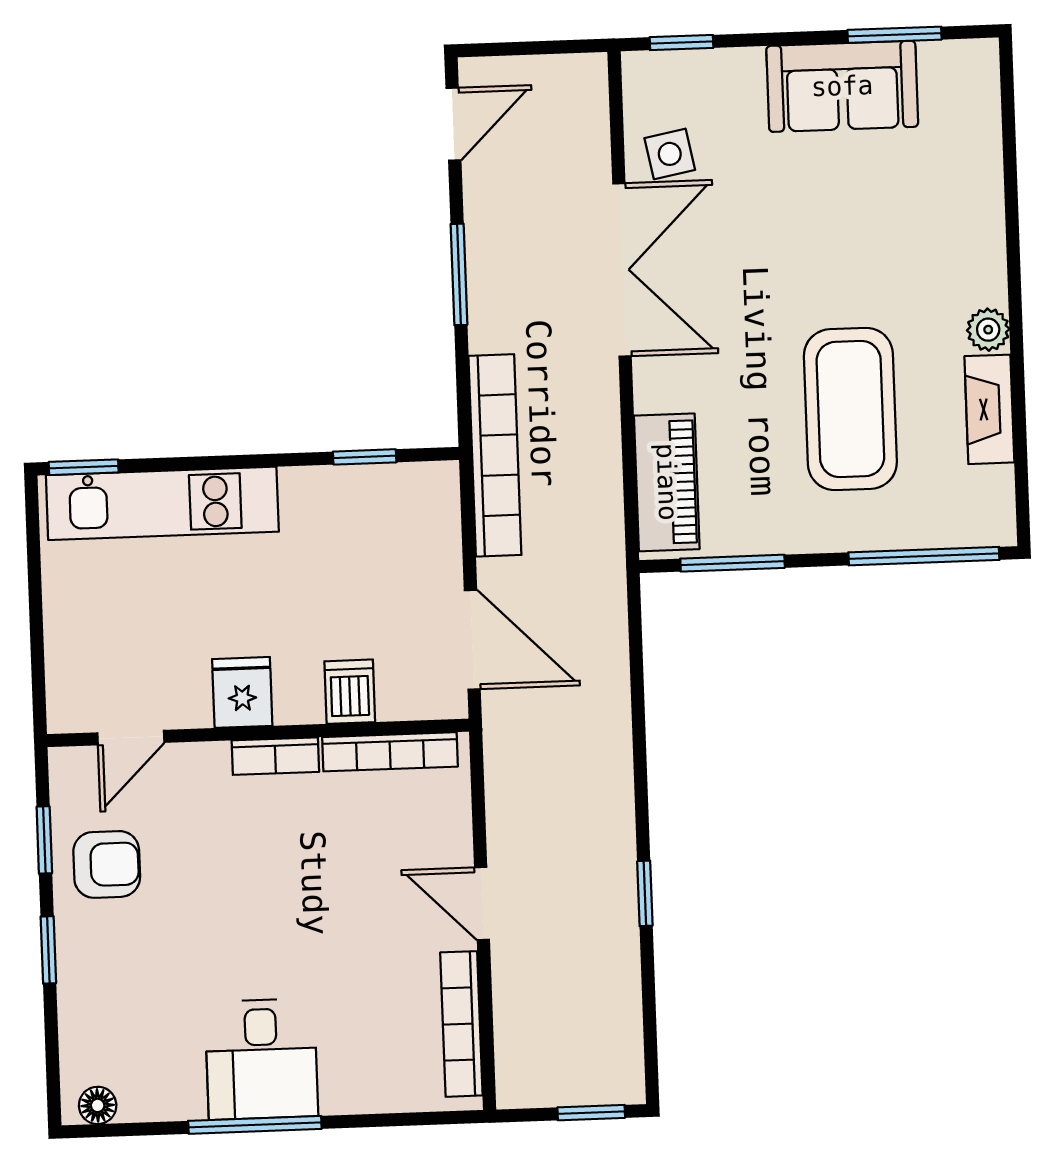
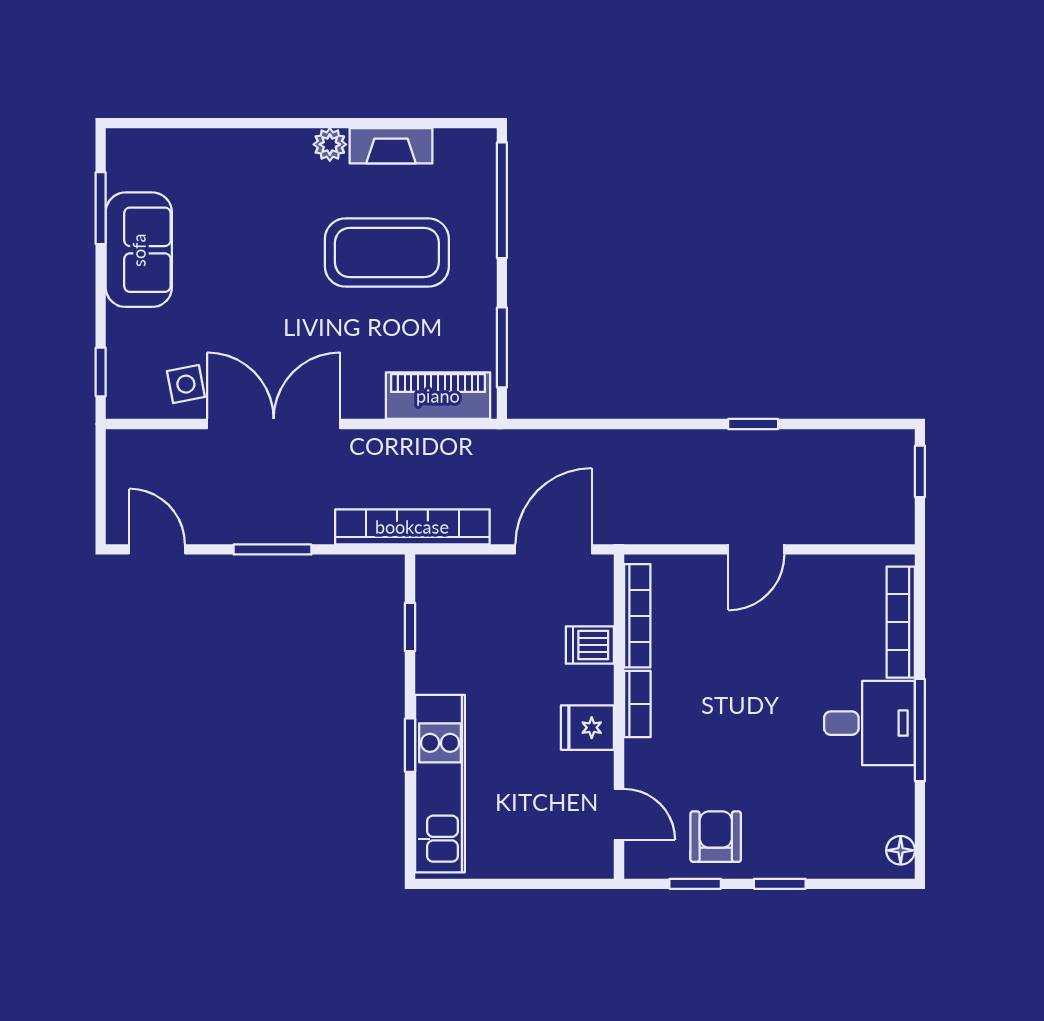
window: (84, 467) -> (410, 745), moved
bookcase: (461, 1024) -> (901, 622), moved, turned 90

